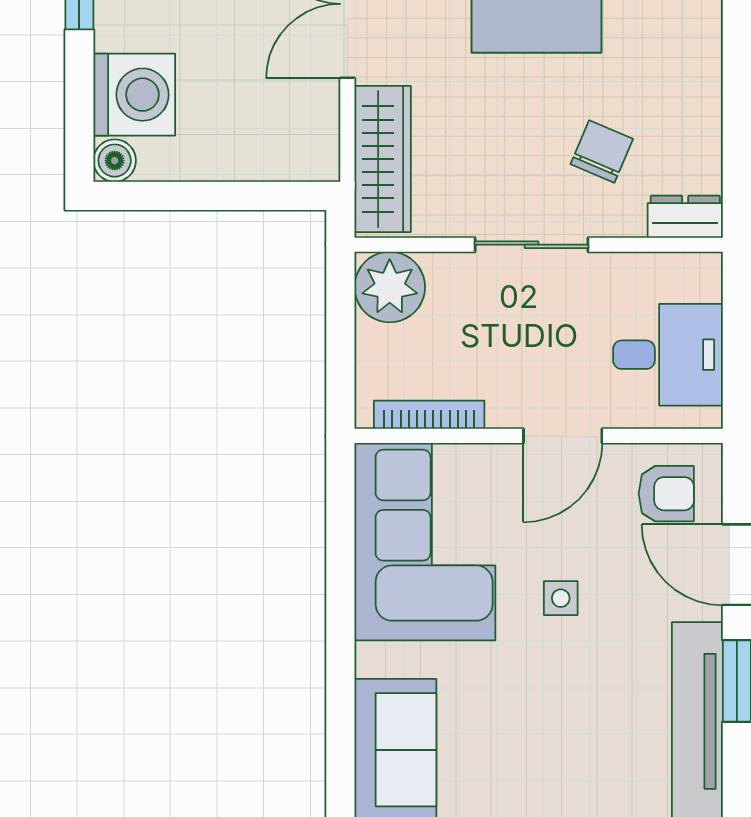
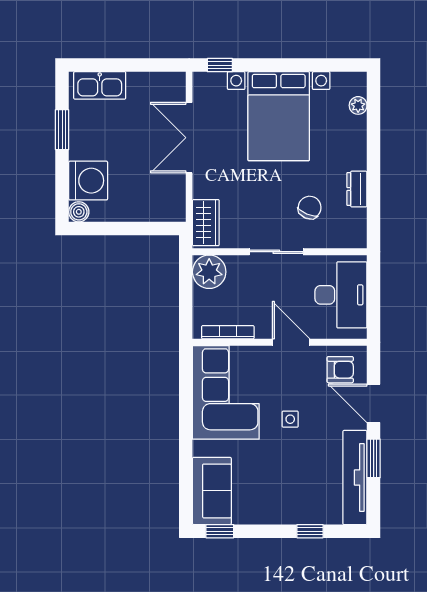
wardrobe: (383, 159) -> (206, 223), width x0.67
dresser: (685, 217) -> (357, 189), moved, turned -90
desk: (668, 355) -> (341, 295), width x1.37
door: (563, 436) -> (291, 342), swing flipped

